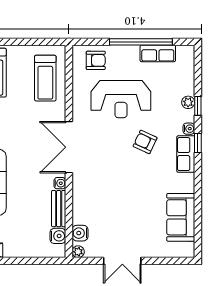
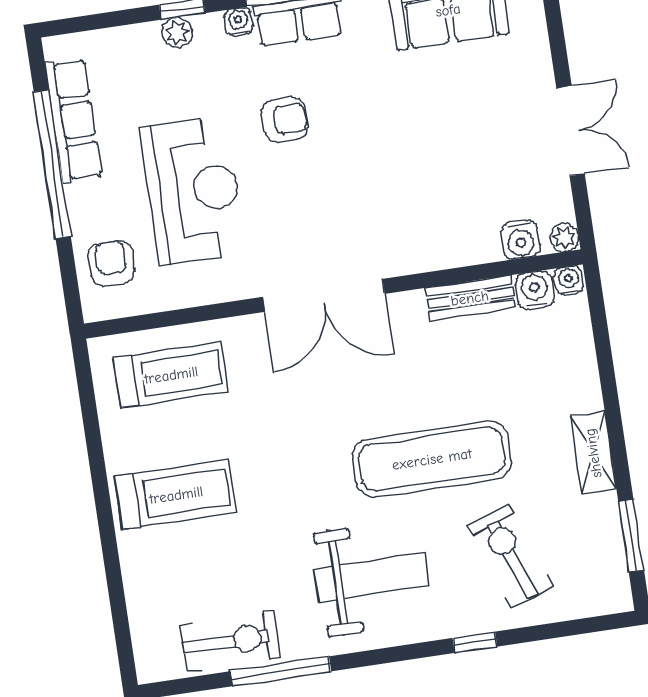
row of seats: (158, 53) -> (74, 121), width x1.48
armchair: (145, 142) -> (285, 119), turned -115
water cooler: (60, 183) -> (569, 280), moved

